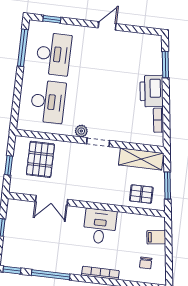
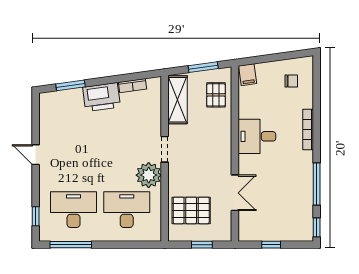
plant: (81, 131) -> (149, 175), width x1.88, depth x1.88
filing cabinet: (156, 237) -> (248, 75), moved

